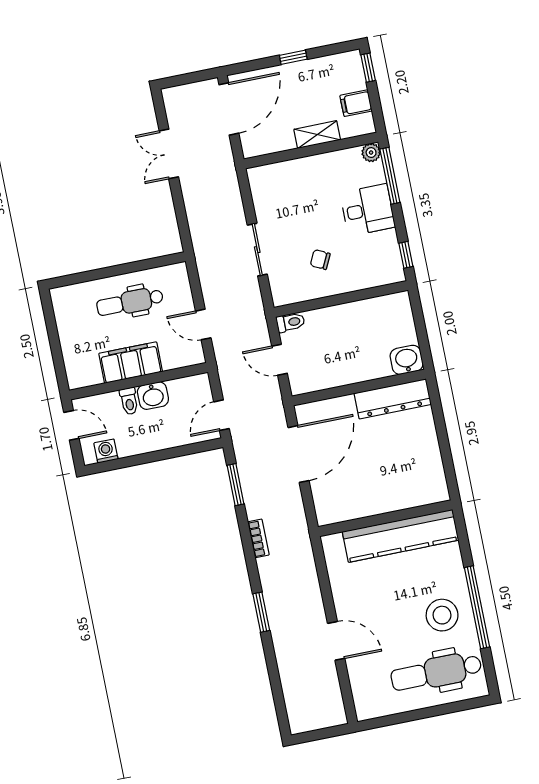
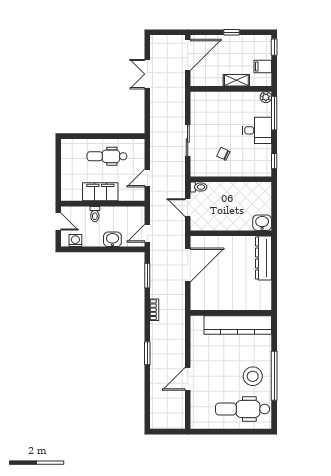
door: (203, 324) -> (147, 178), hinge flipped
washbasin: (153, 396) -> (112, 239), moved, turned 180
dresser: (393, 399) -> (264, 258), moved, turned 90
door: (336, 641) -> (188, 379), swing flipped

